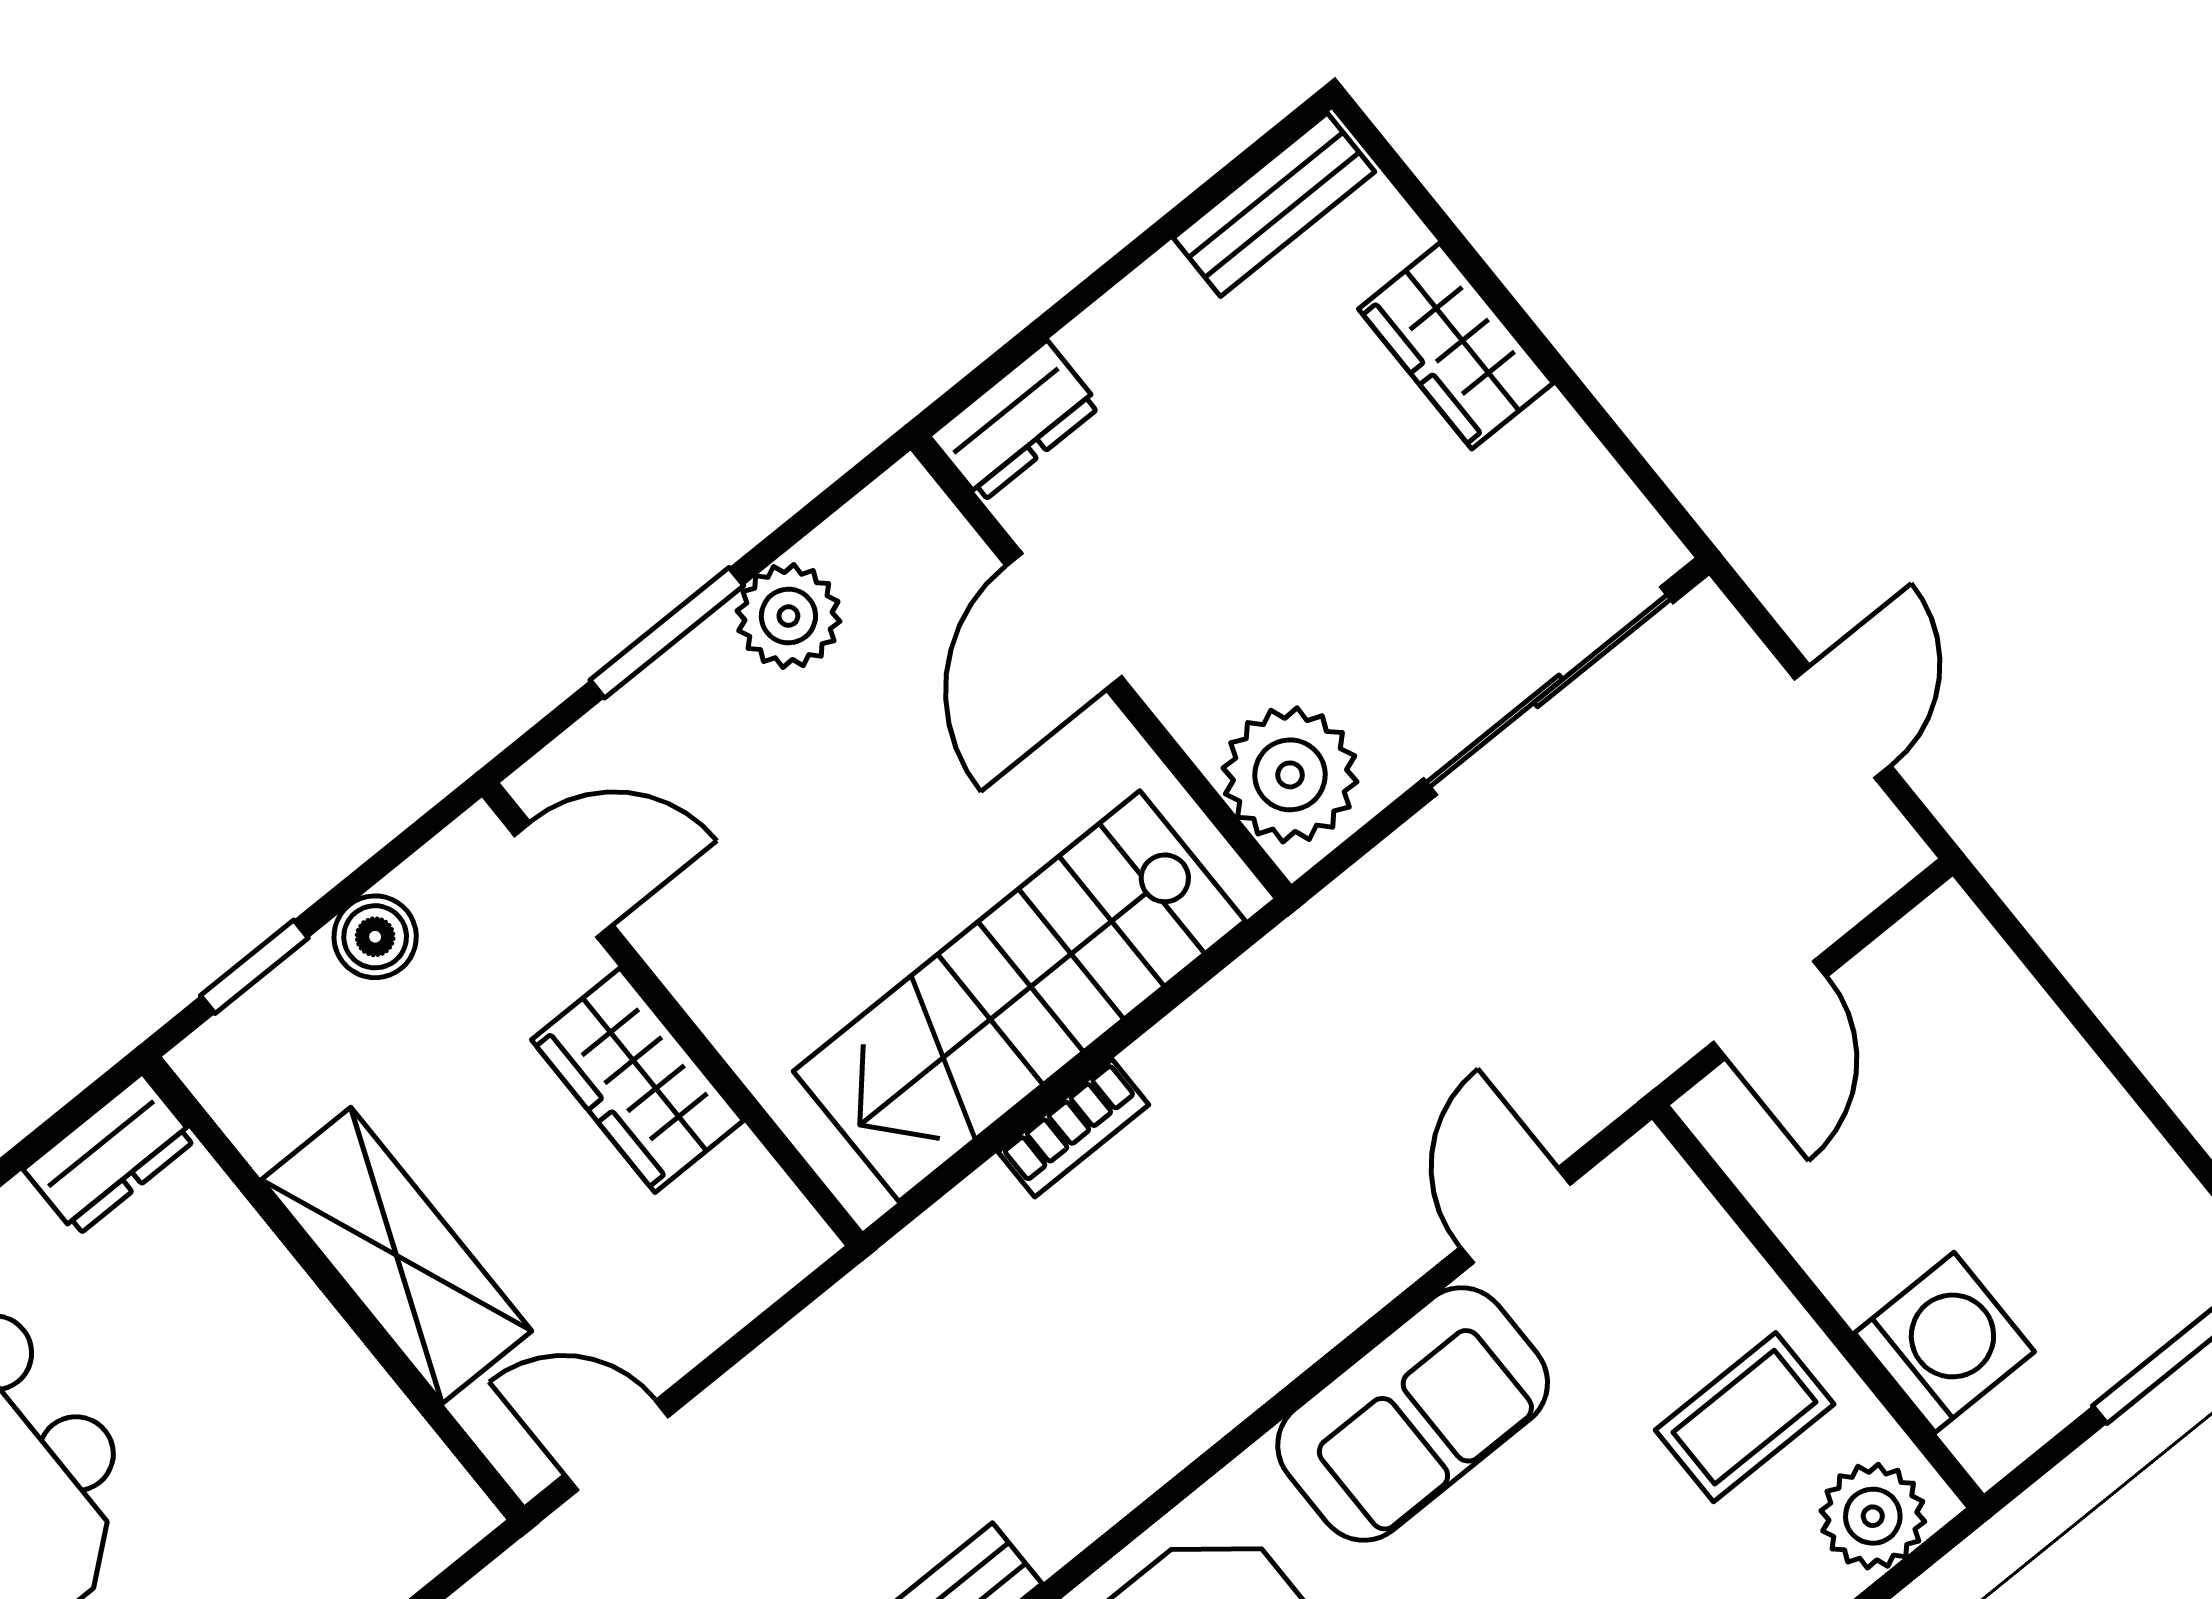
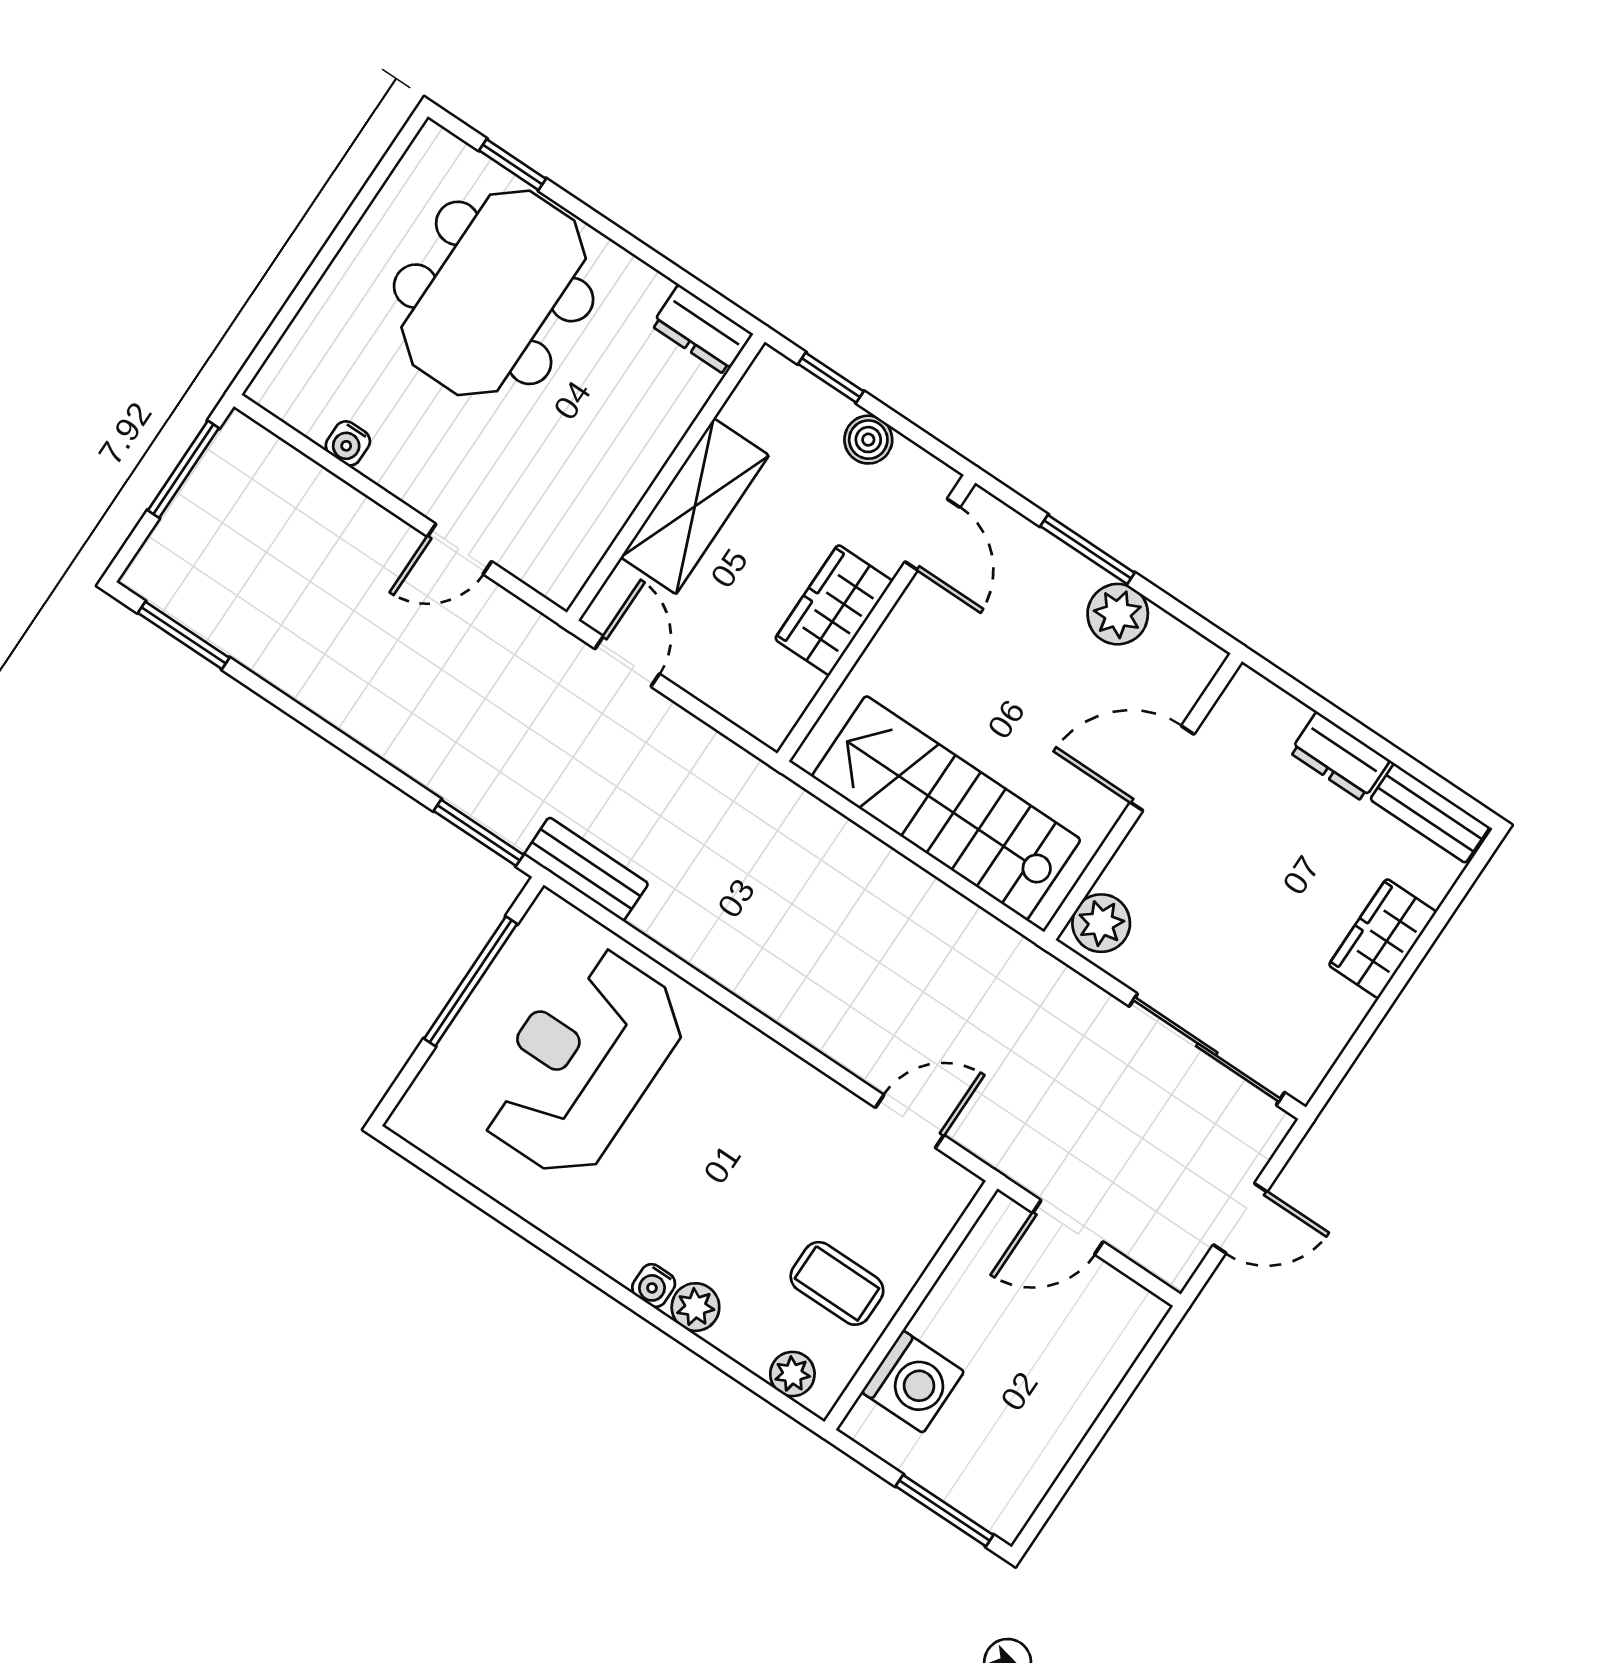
dresser: (1015, 421) -> (1340, 756), moved
plant: (1290, 775) -> (1101, 923), width x0.73, depth x0.73
bookcase: (1073, 1128) -> (882, 861), removed
sofa: (1413, 1414) -> (782, 1098), removed
plant: (1873, 1516) -> (792, 1374), width x0.73, depth x0.73

